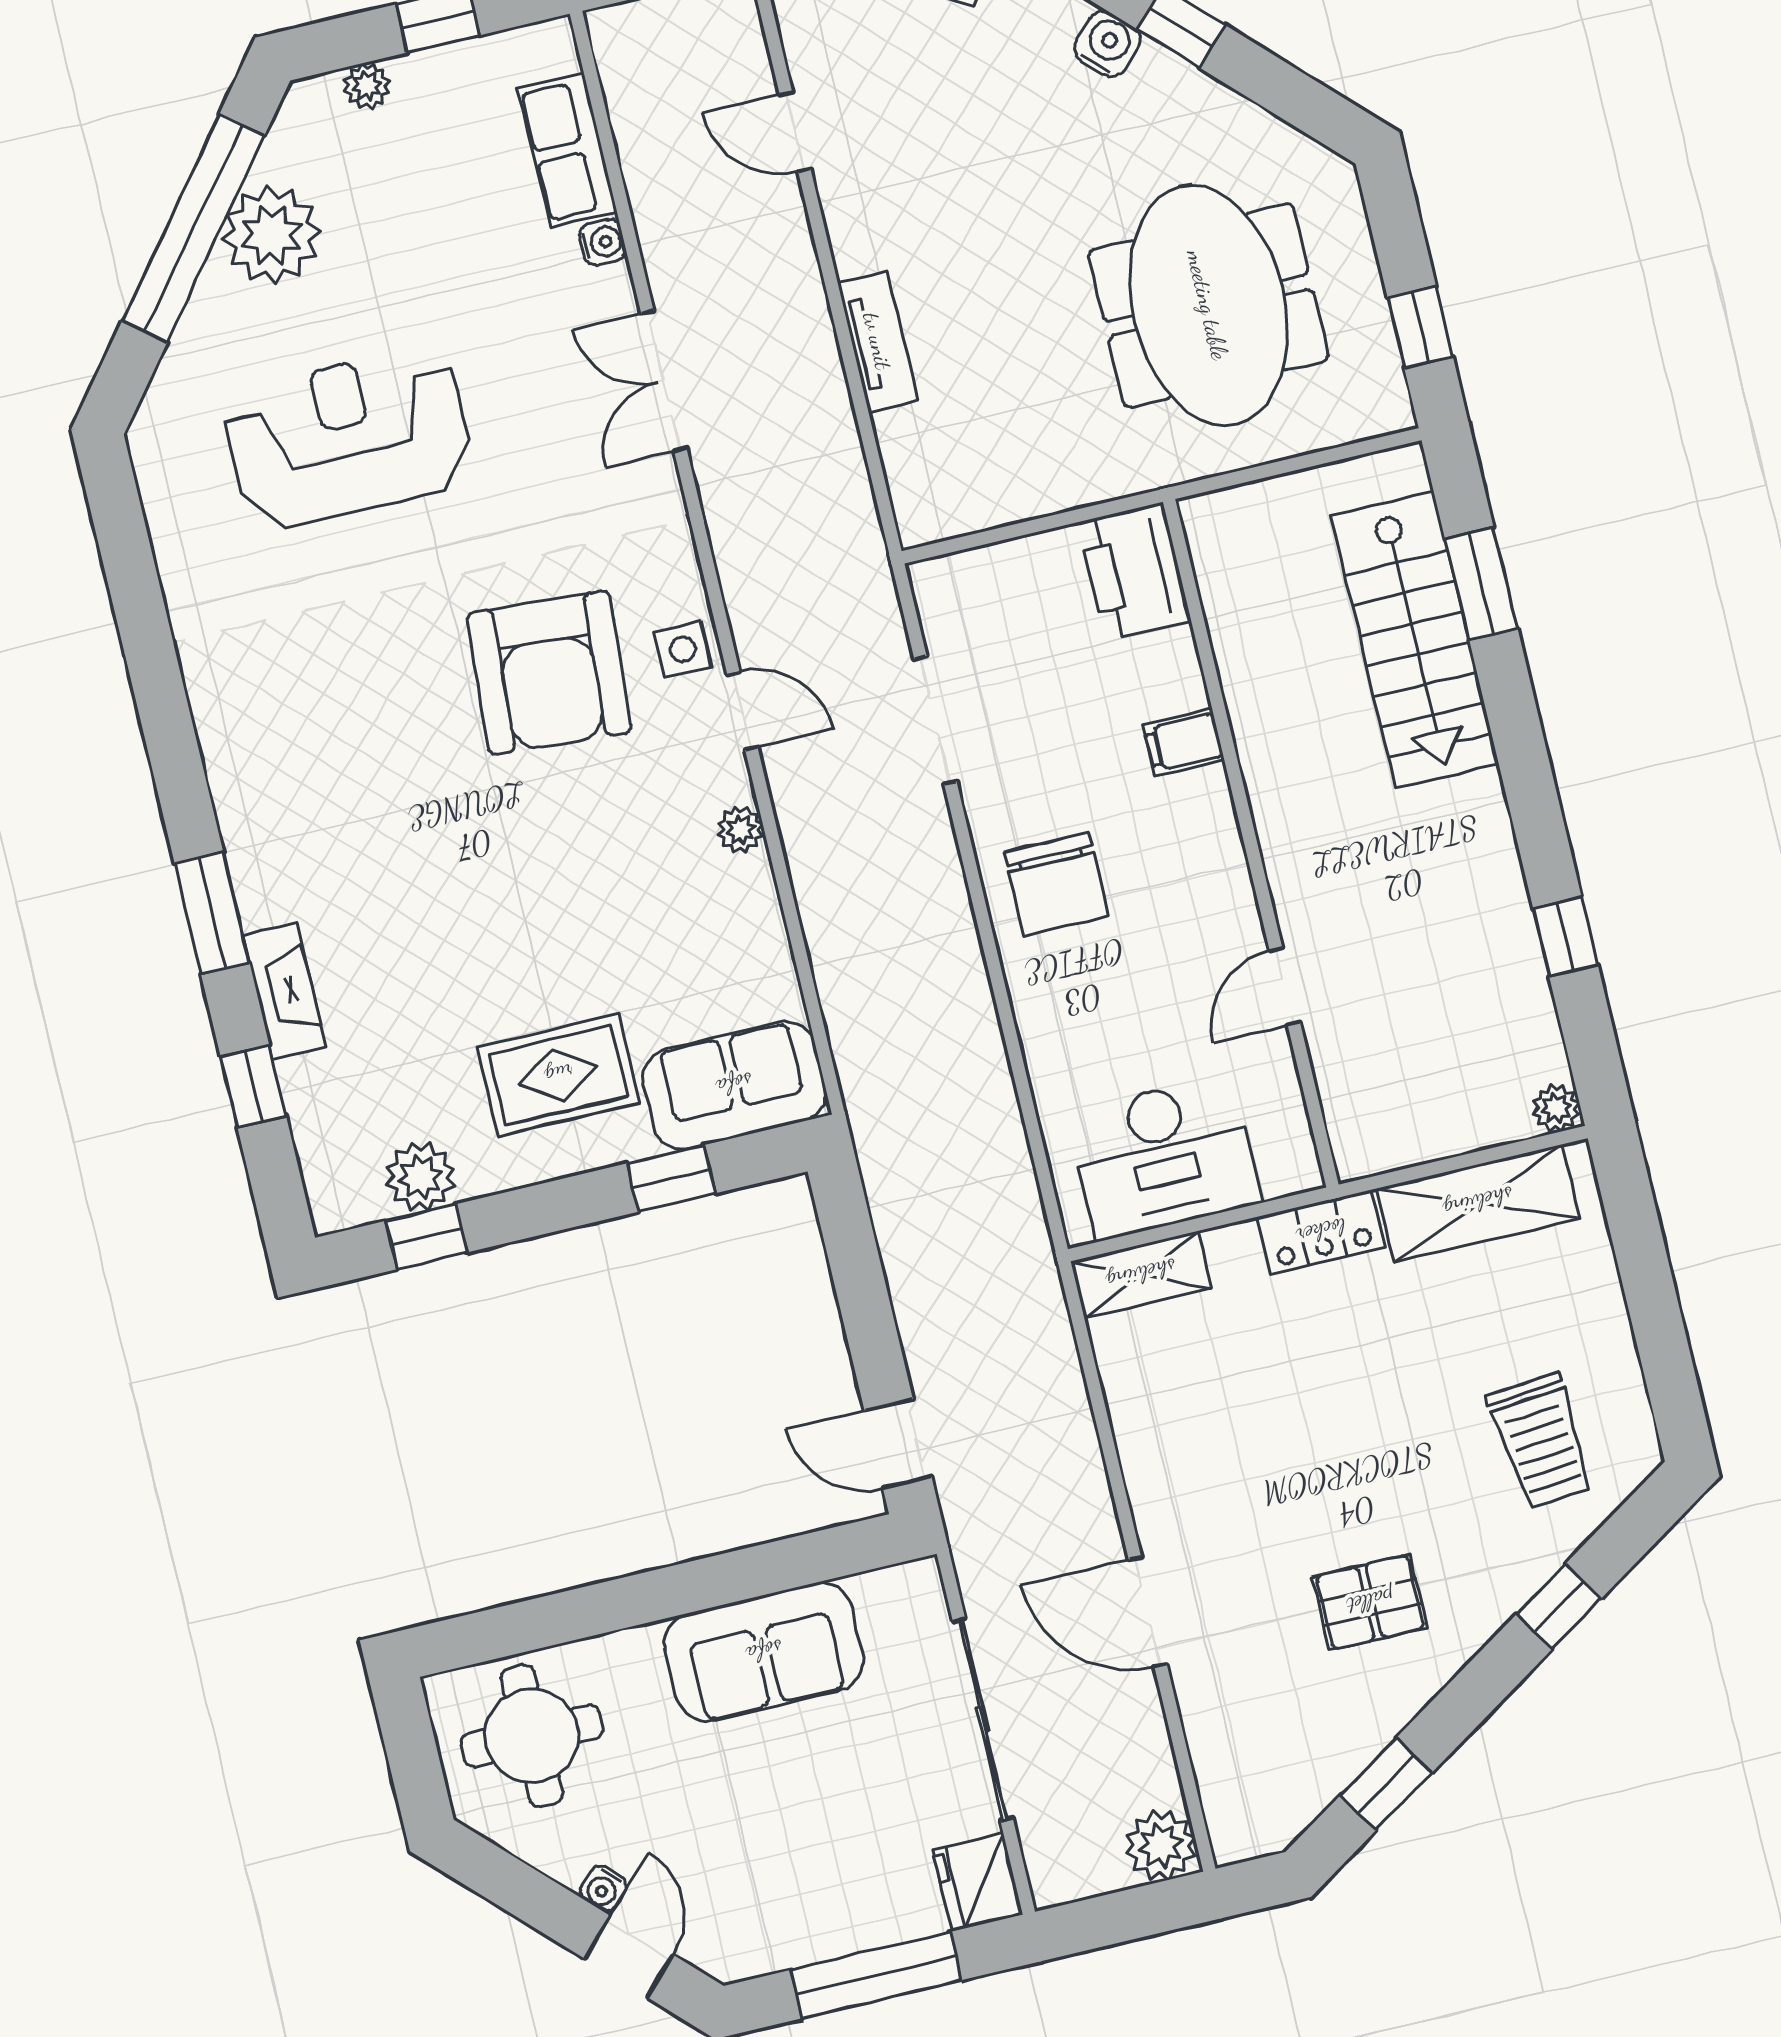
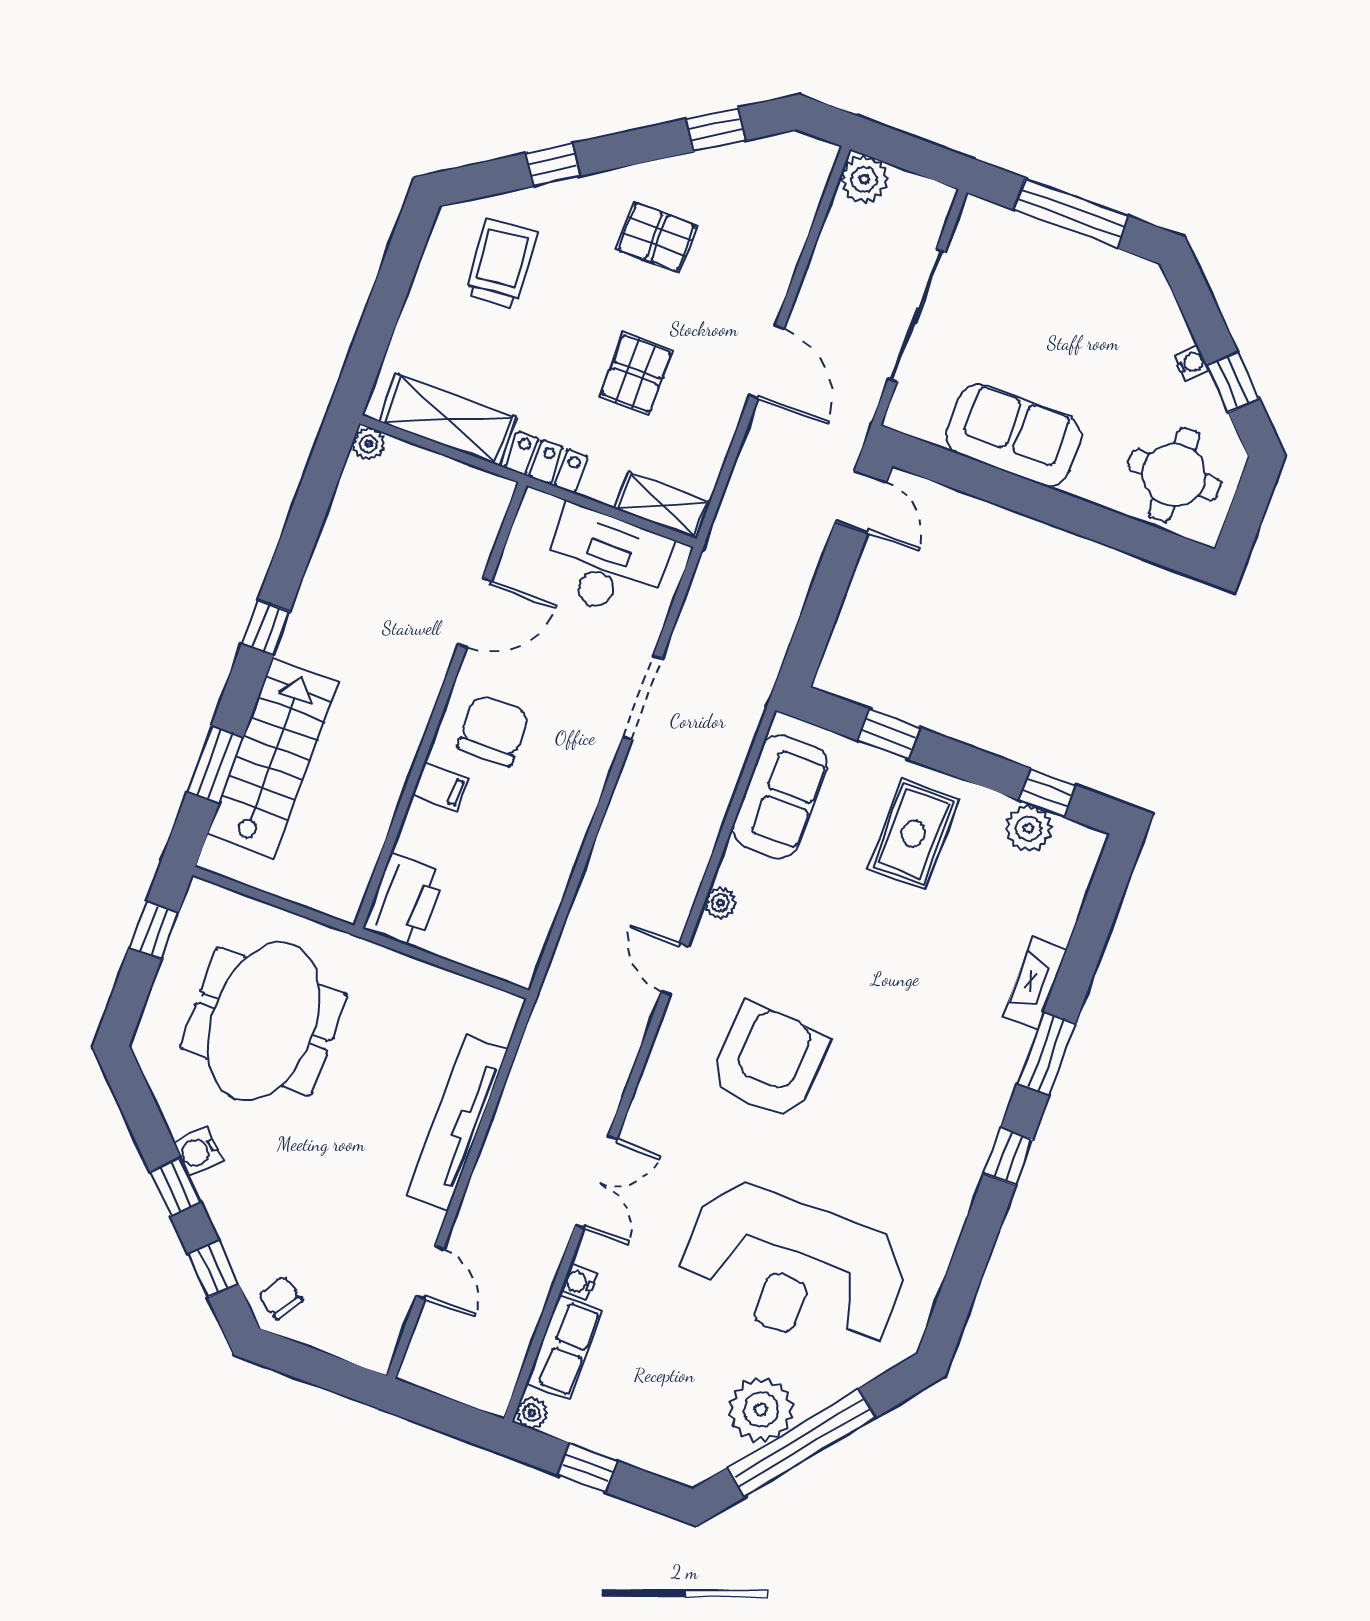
water cooler: (1107, 44) -> (198, 1152), moved
plant: (367, 86) -> (532, 1413), moved
tv unit: (878, 341) -> (457, 1123), width x1.92, depth x1.29
reception desk: (348, 438) -> (794, 1268), width x1.36, depth x1.30
side table: (683, 649) -> (685, 1025), removed
doorway: (935, 720) -> (642, 698), moved
chair: (1057, 884) -> (493, 730), moved
window: (1565, 937) -> (266, 628), moved
door: (1285, 987) -> (475, 613), width x1.38
rug: (559, 1075) -> (913, 834), turned 90
sofa: (734, 1085) -> (780, 796), moved, turned -90
window: (253, 1086) -> (1008, 1156), moved
pallet: (1283, 1417) -> (636, 373), added
door: (1148, 1612) -> (767, 362), moved
fridge: (978, 1882) -> (980, 227), removed
window: (535, 1899) -> (1233, 382), added
door: (629, 1957) -> (1202, 315), removed

